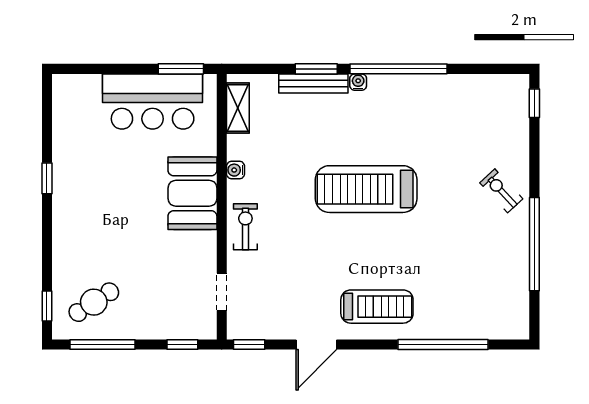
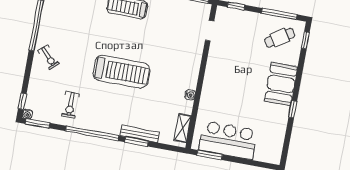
window: (500, 69) -> (38, 123), added
water cooler: (358, 82) -> (27, 114), moved
booth: (192, 193) -> (281, 84), moved
exercise bike: (245, 227) -> (70, 105), moved

